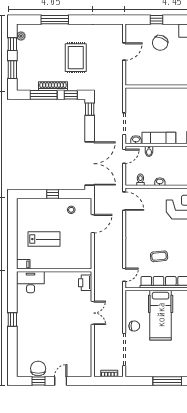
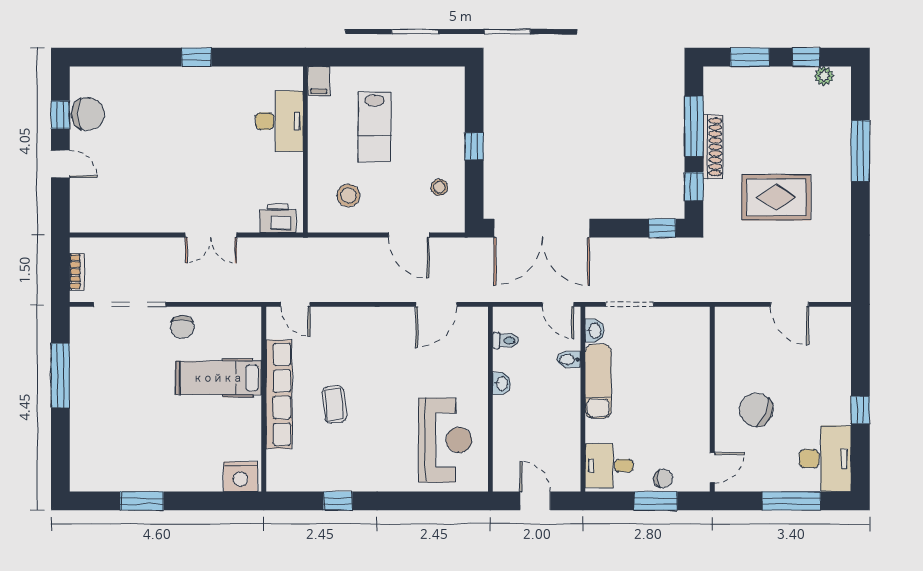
window: (157, 20) -> (860, 410), moved
chair: (160, 43) -> (756, 410), moved
door: (124, 201) -> (436, 304), moved
stool: (75, 251) -> (348, 195), added
coffee table: (159, 256) -> (334, 405), moved
desk: (31, 282) -> (279, 121), moved
hospital bed: (161, 315) -> (218, 378), width x0.73, depth x0.78
window: (167, 381) -> (60, 376), moved

